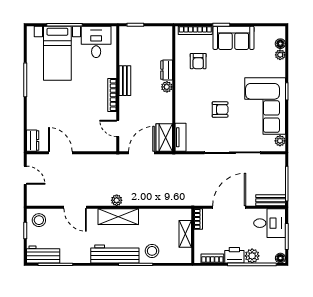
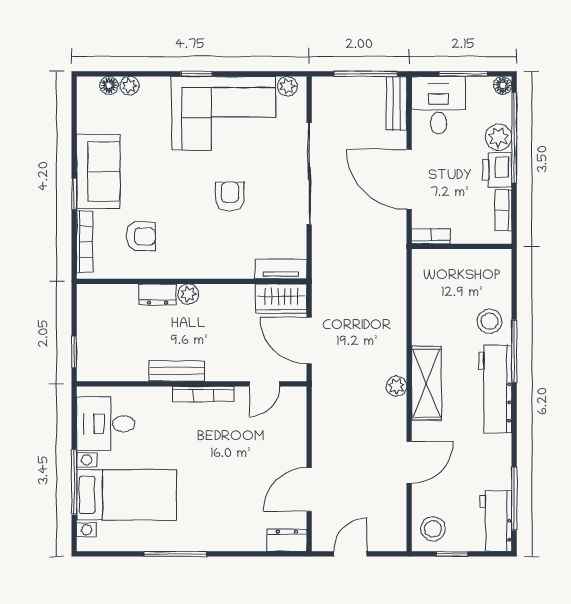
shelving: (185, 234) -> (458, 260), removed

